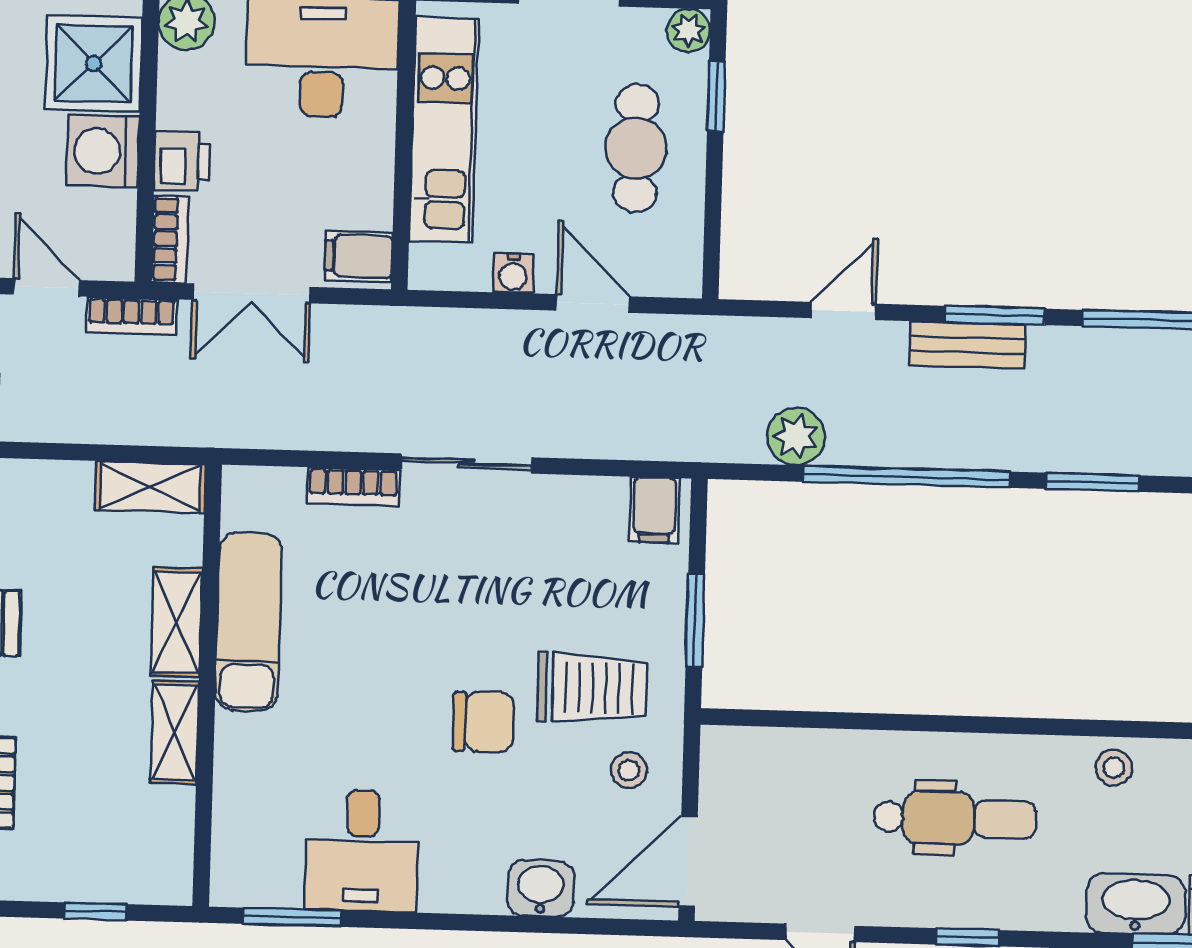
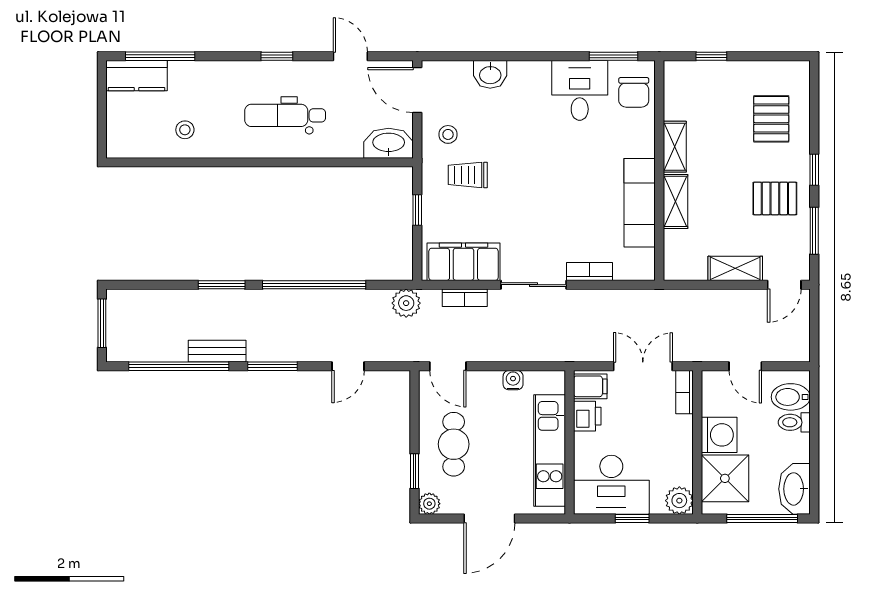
printer: (182, 161) -> (587, 416), moved, turned 180
door: (593, 304) -> (448, 366), moved
bookcase: (131, 316) -> (465, 298), moved, turned 180
bench: (967, 345) -> (217, 351), moved
plant: (796, 436) -> (406, 303), moved
shelving: (150, 487) -> (735, 268), moved
filing cabinet: (654, 510) -> (464, 262), width x3.00, depth x1.17
window: (695, 620) -> (417, 210), width x0.67
trolley: (592, 688) -> (468, 175), width x0.73, depth x0.72
chair: (484, 722) -> (634, 92), moved, turned -90
stool: (1114, 768) -> (185, 130), moved
door: (688, 861) -> (417, 90), swing flipped
washbasin: (1136, 904) -> (389, 143), moved, turned 180

